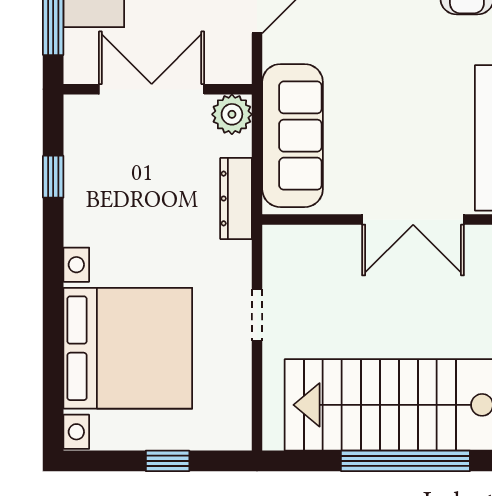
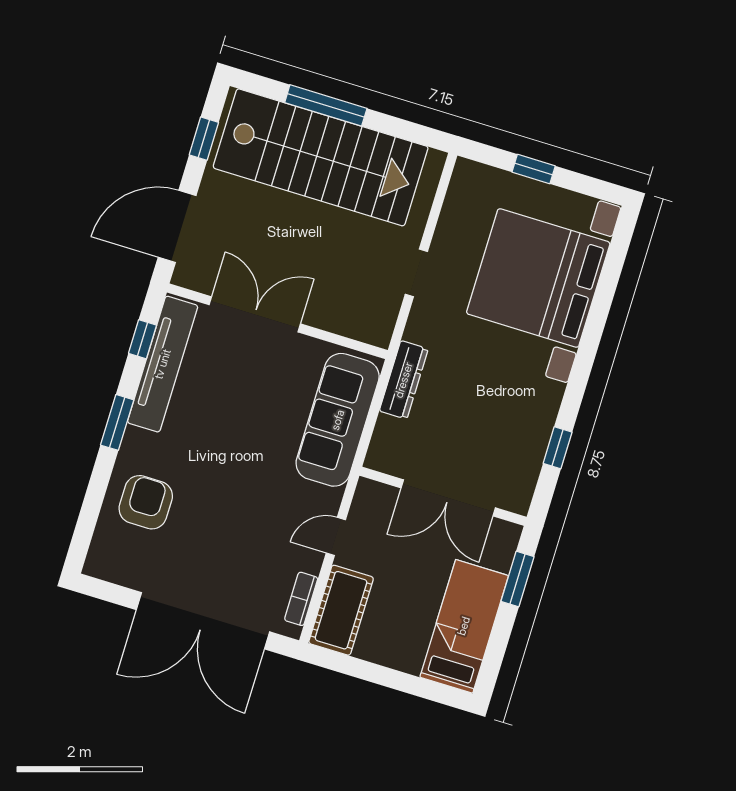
plant: (232, 114) -> (385, 454), removed
window: (405, 461) -> (326, 105), width x0.68

